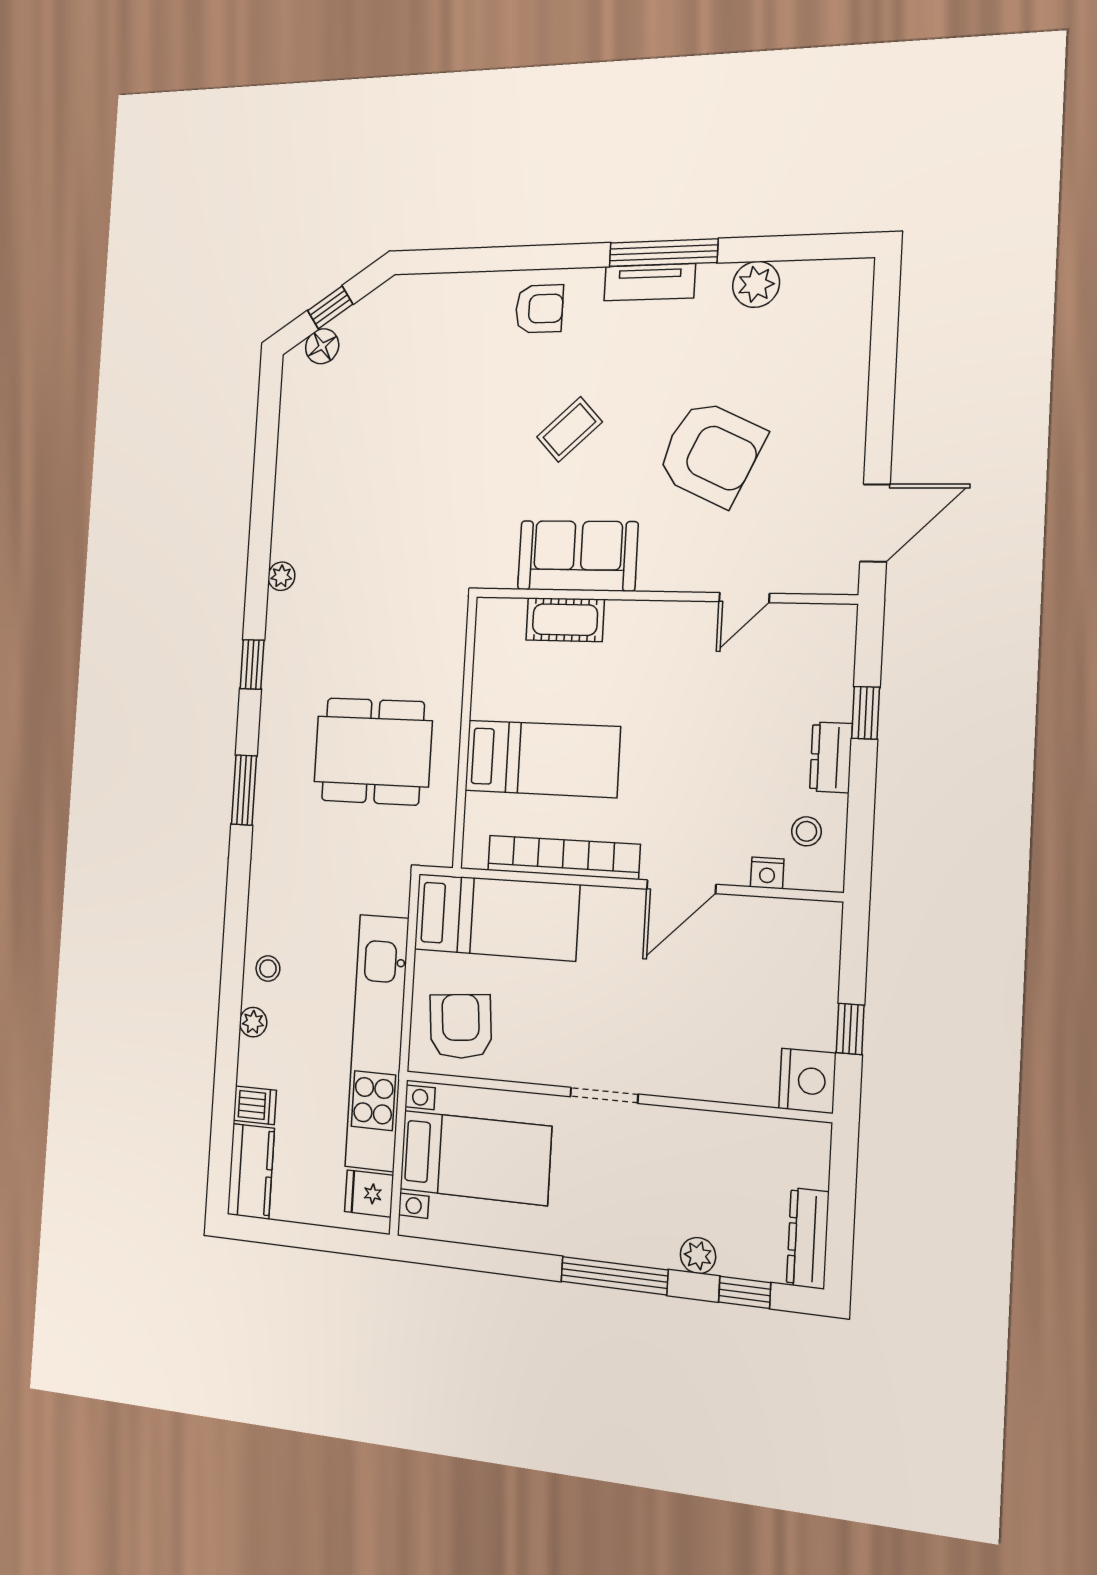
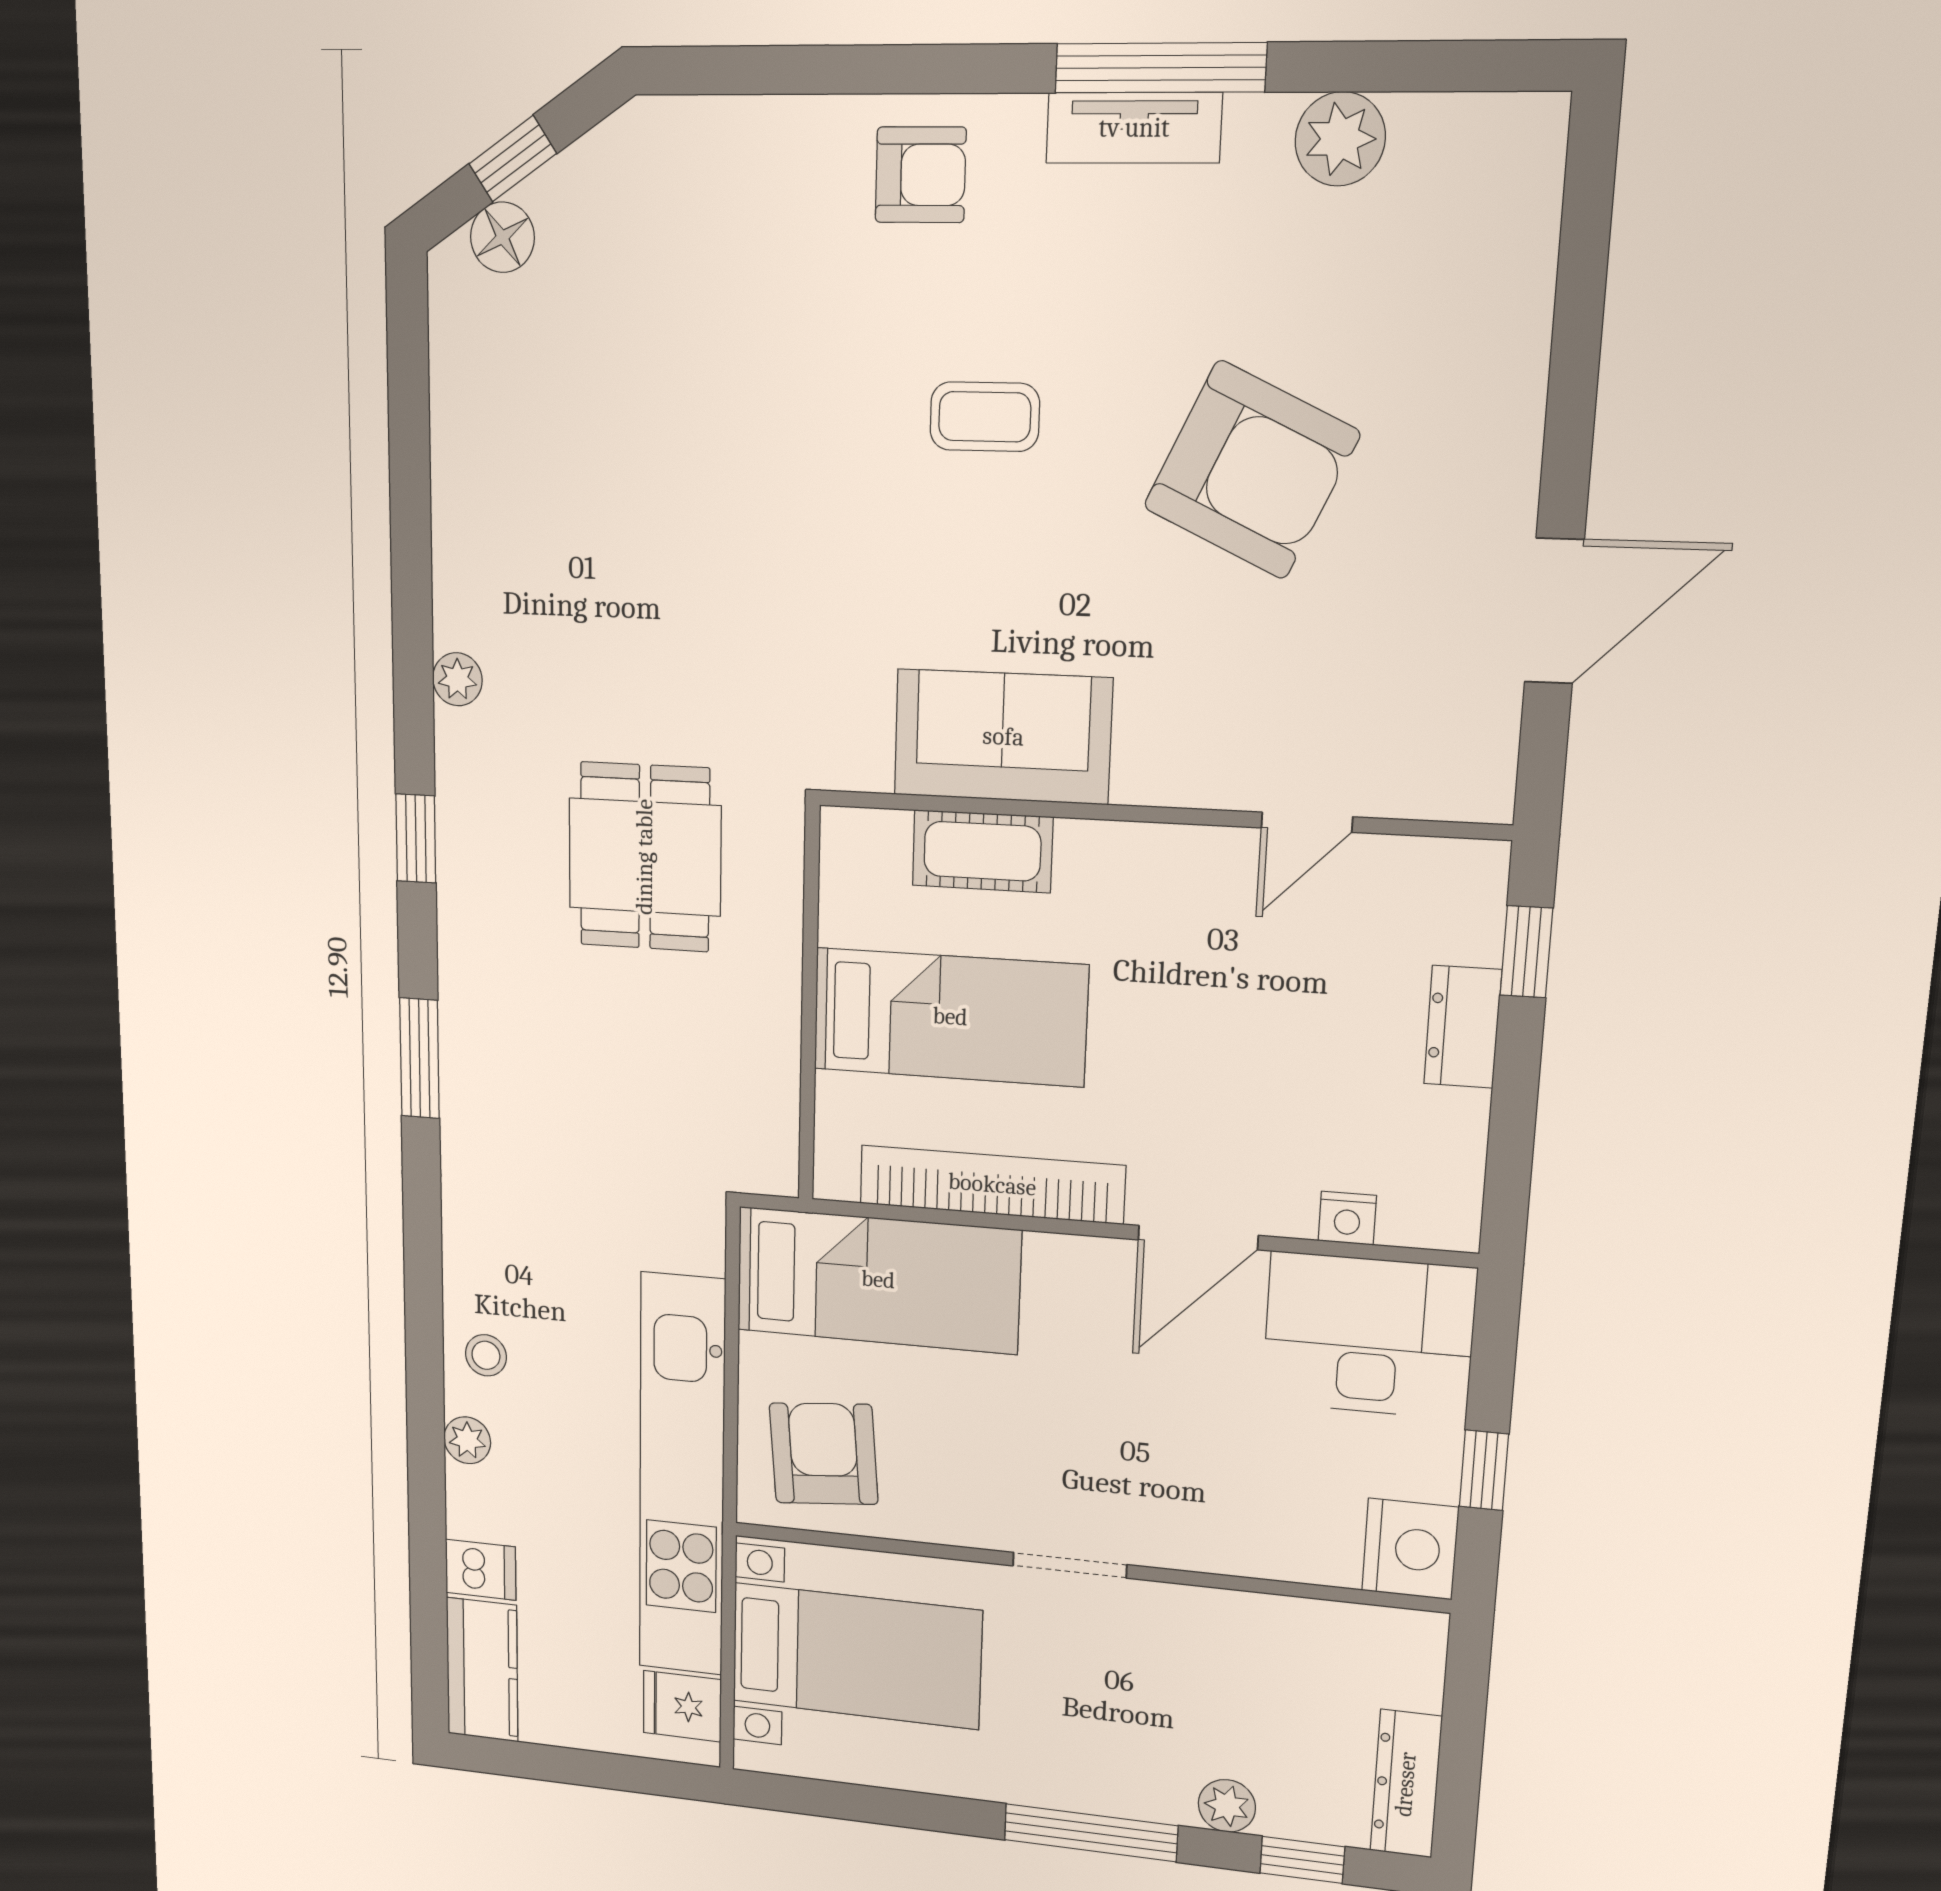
coffee table: (569, 430) -> (985, 417), turned 43
sofa: (578, 556) -> (1003, 737), moved
wall: (662, 596) -> (1157, 815), moved
door: (744, 598) -> (1307, 822), moved
cot: (565, 620) -> (982, 851), moved
dining table: (373, 751) -> (645, 857), moved, width x0.73
stool: (806, 831) -> (1417, 1151), removed
desk: (780, 945) -> (1369, 1336), added

